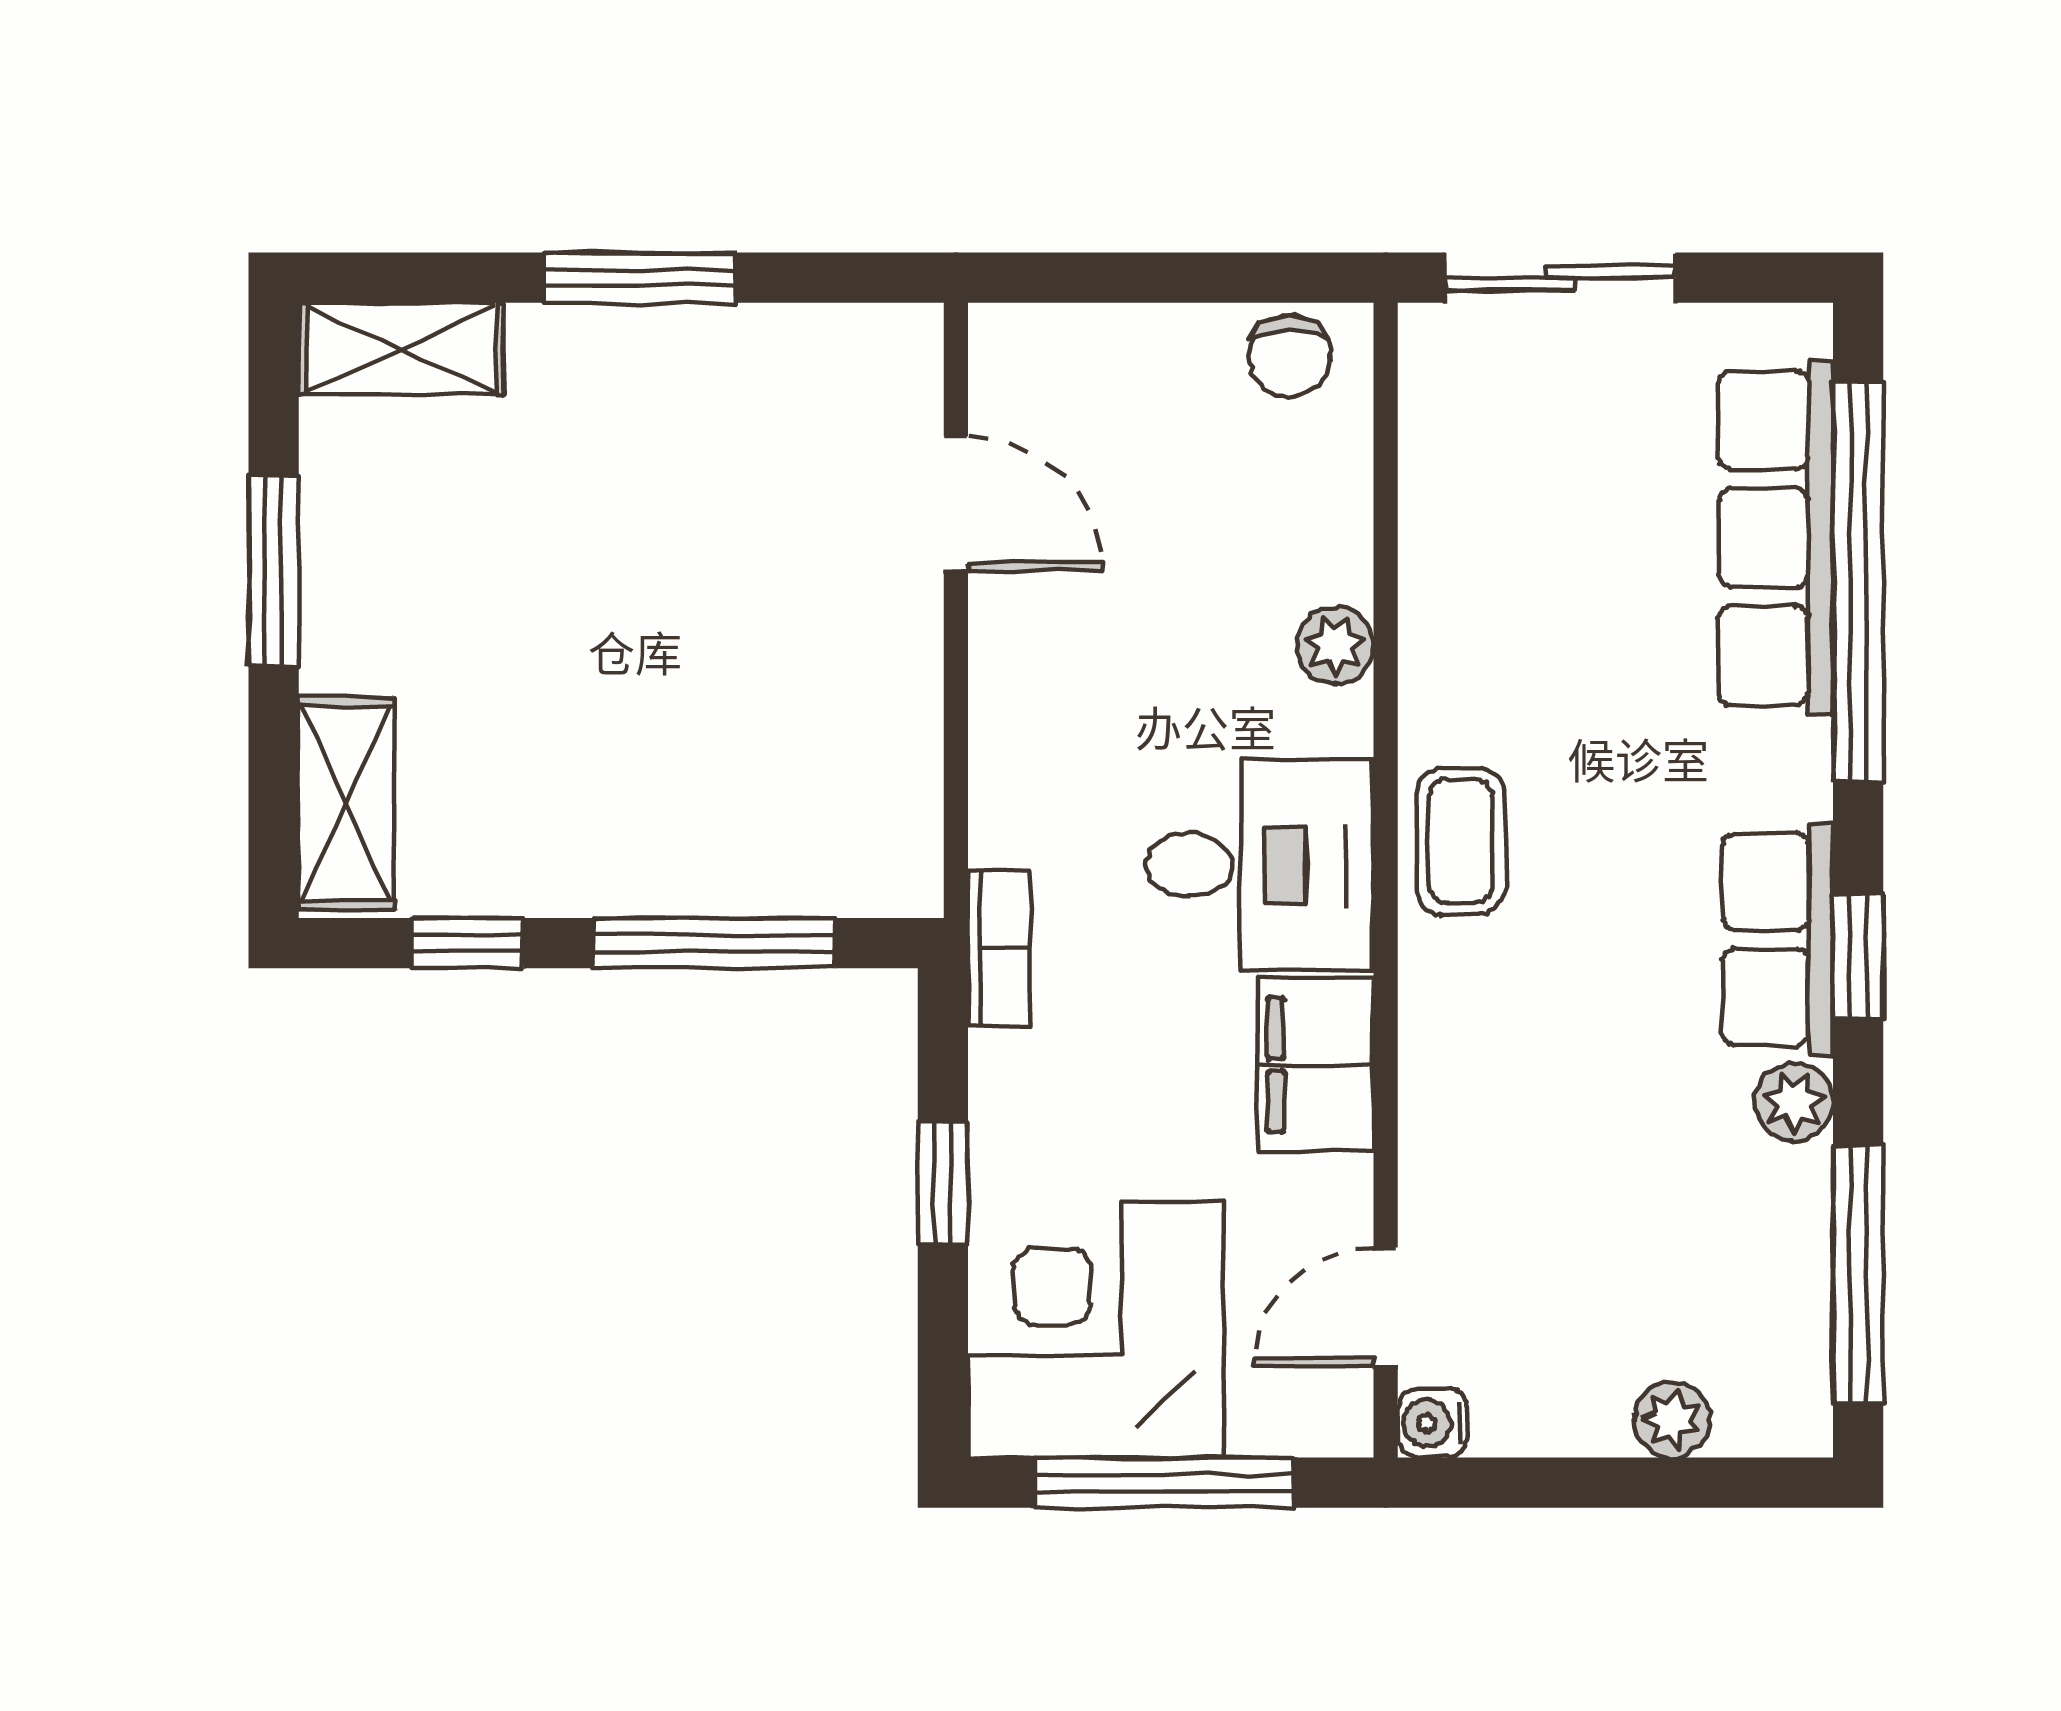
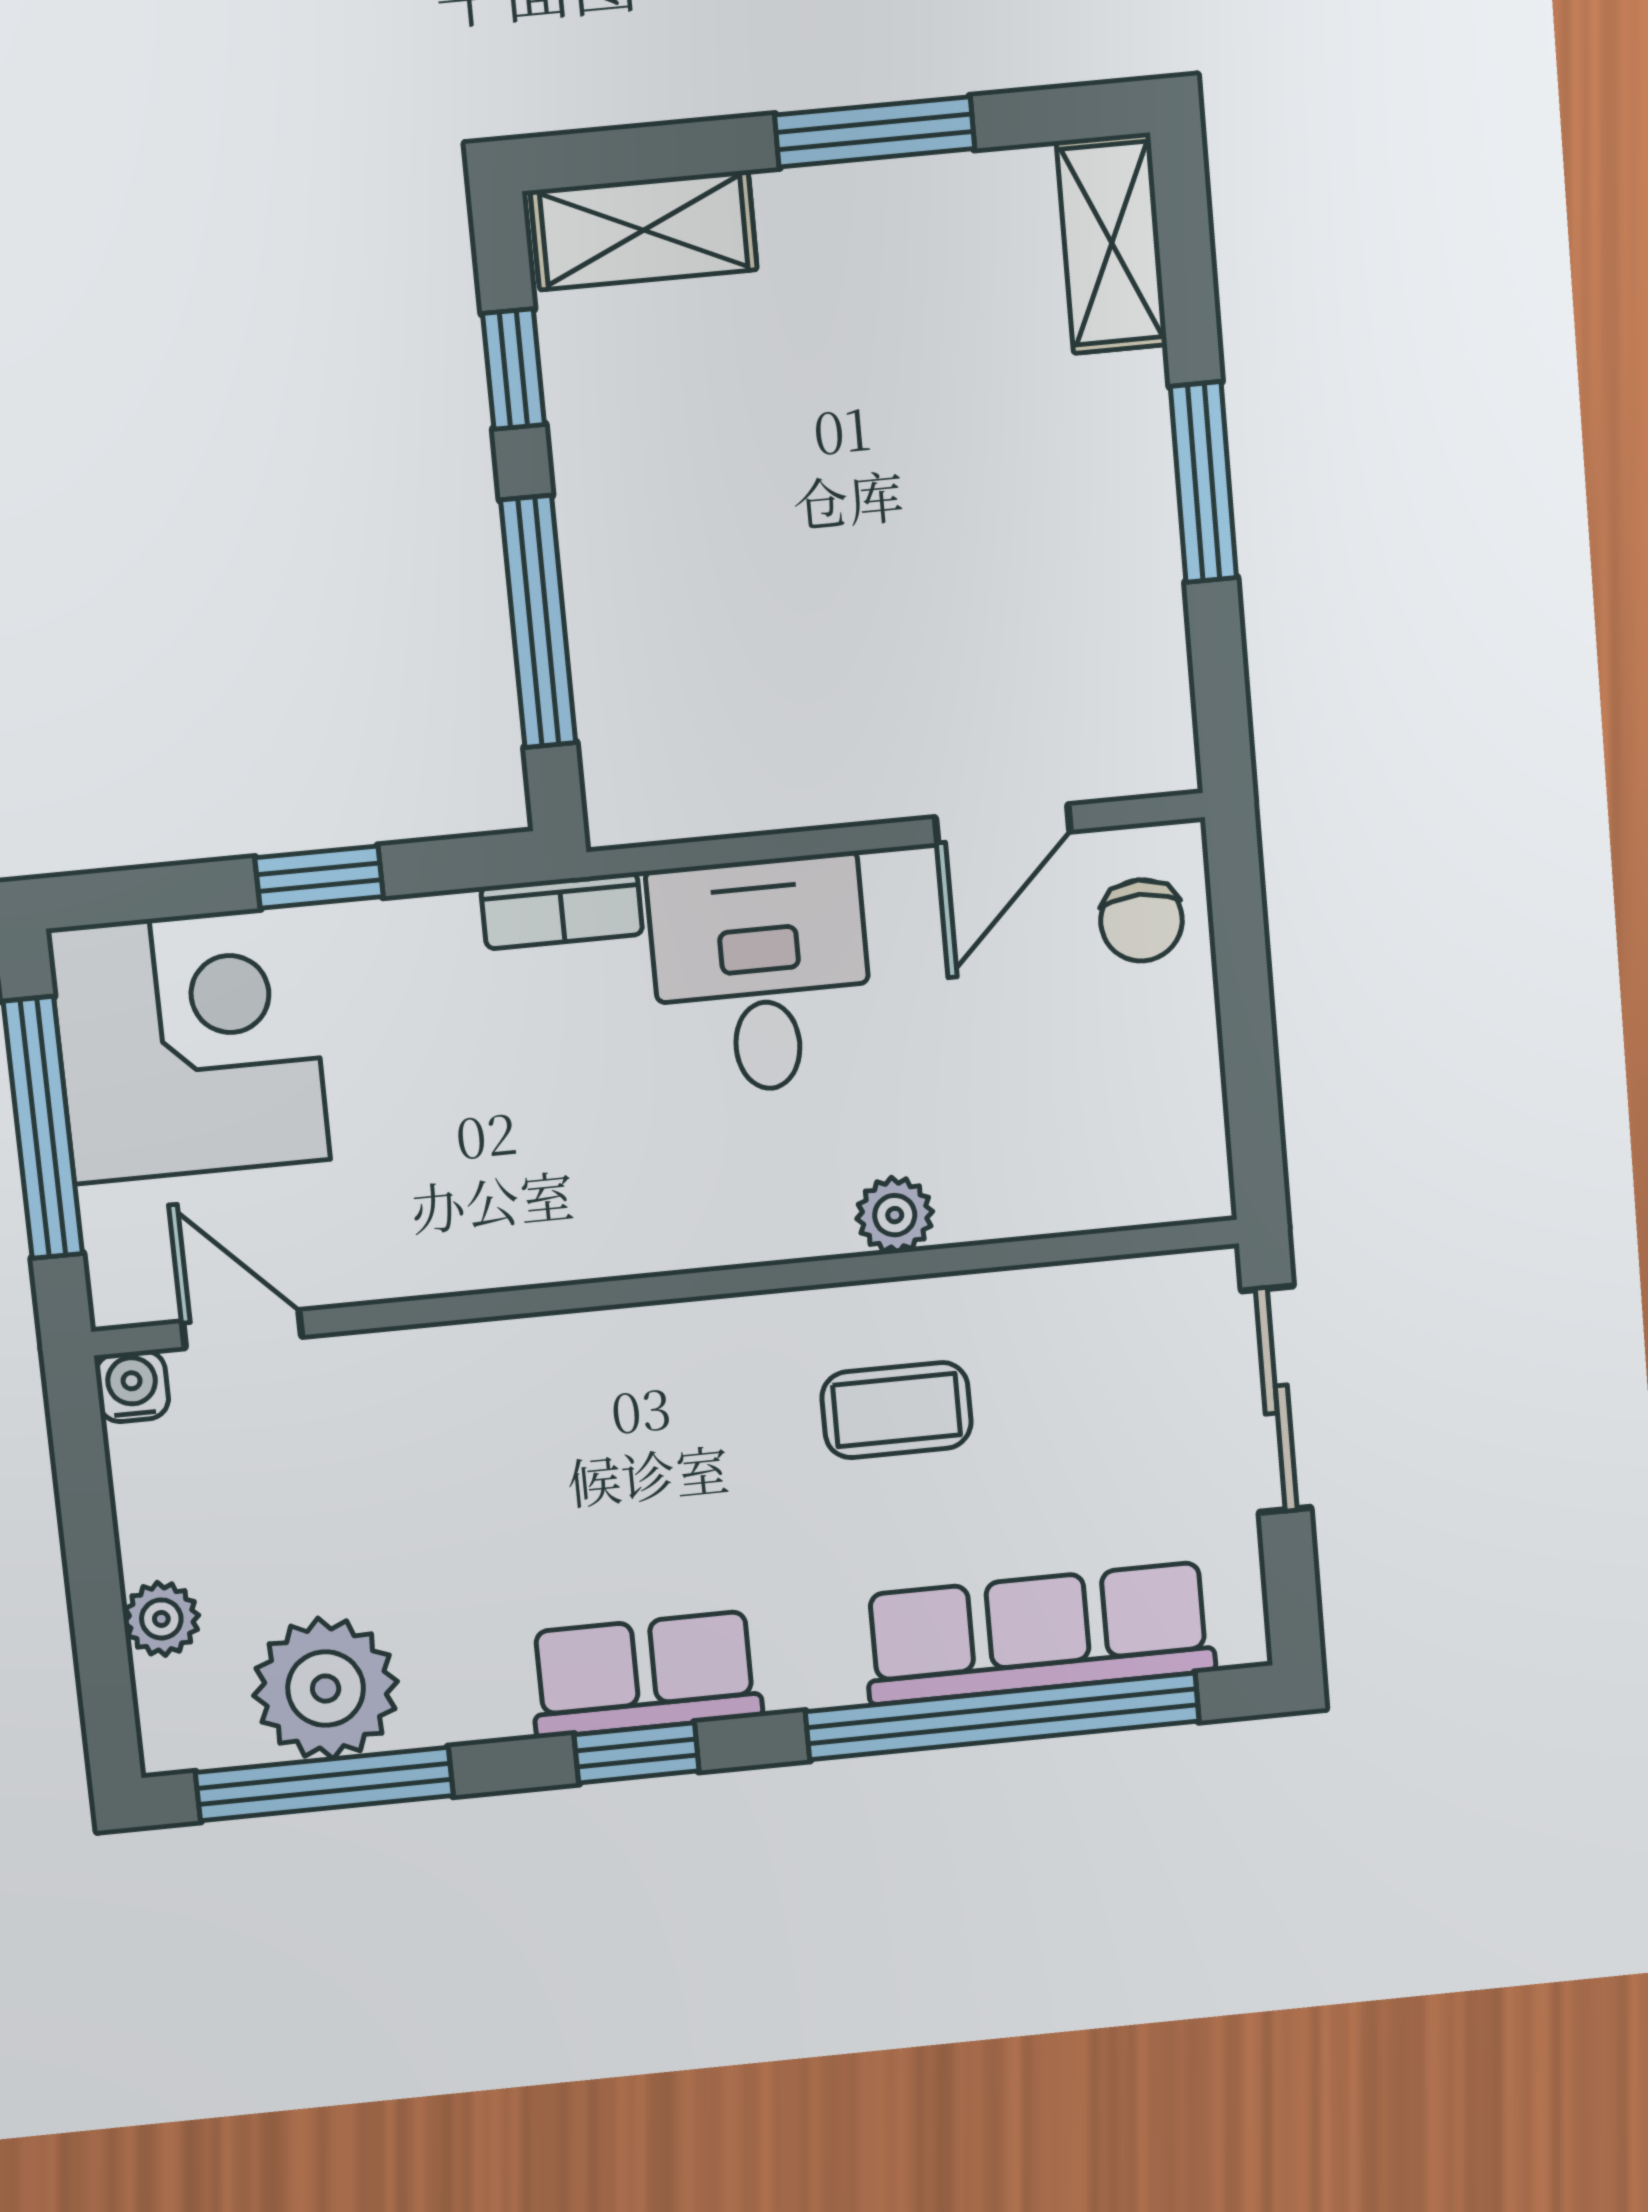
chair: (1289, 356) -> (1141, 920), moved, turned -90
coffee table: (1461, 841) -> (897, 1410), moved
desk: (1260, 865) -> (761, 975), moved, turned 180
filing cabinet: (1316, 1065) -> (476, 1237), removed
plant: (1794, 1102) -> (326, 1689), moved, width x1.88, depth x1.88

